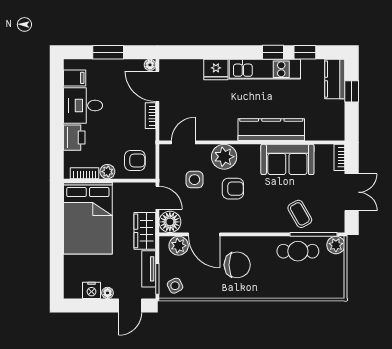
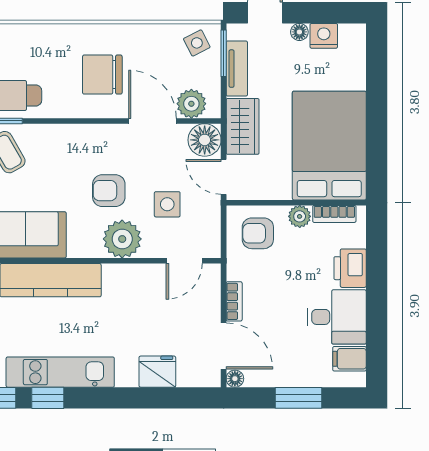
fridge: (216, 69) -> (157, 372), moved

